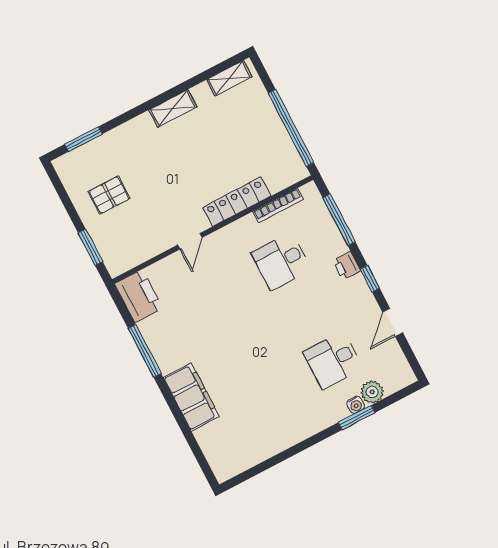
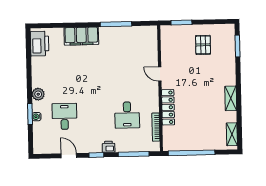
desk: (281, 261) -> (127, 115), turned 180
printer: (139, 296) -> (40, 44), moved, turned -90
plant: (372, 392) -> (38, 94), moved

